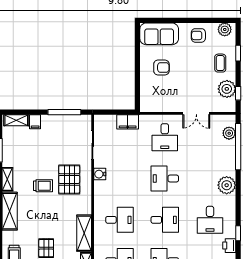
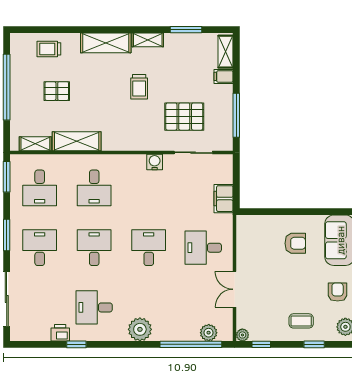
armchair: (161, 68) -> (295, 243), turned -90
plant: (227, 89) -> (242, 335), moved, width x0.53, depth x0.53
pallet: (69, 179) -> (184, 117), moved
desk: (165, 220) -> (94, 248), turned 180

